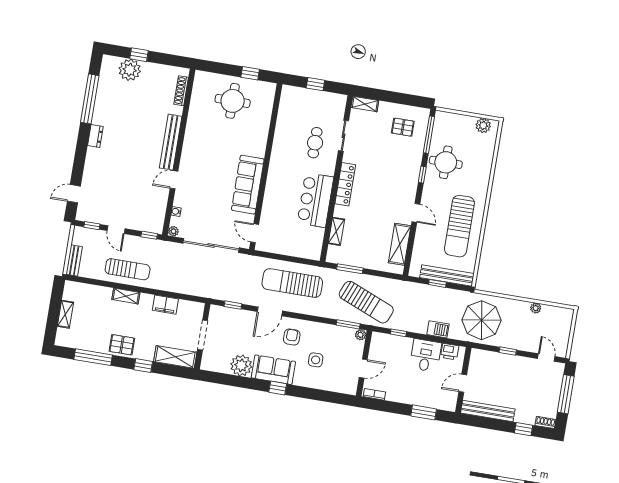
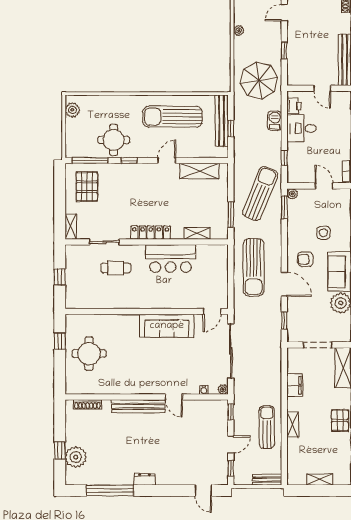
pallet: (403, 127) -> (87, 187), width x1.50, depth x1.42
sun lounger: (459, 226) -> (172, 117), turned 180

